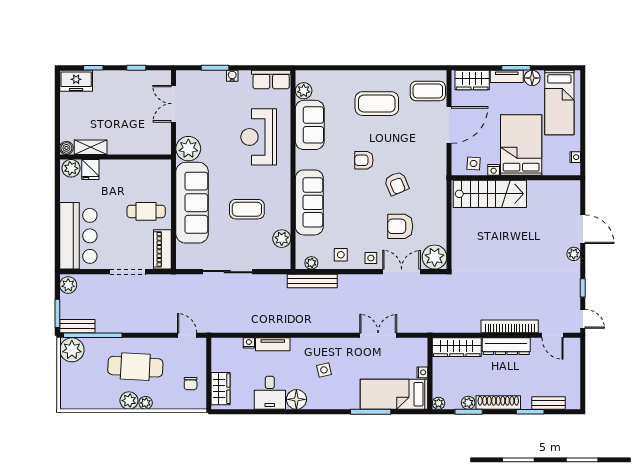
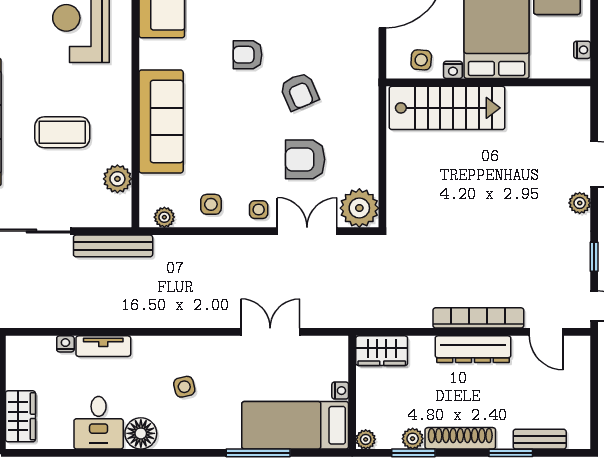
bench: (312, 281) -> (113, 246), moved
wardrobe: (457, 347) -> (382, 351), width x0.67

